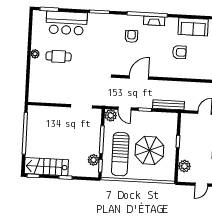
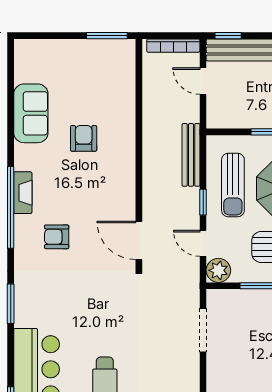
door: (139, 78) -> (139, 240), moved
door: (124, 109) -> (203, 243), swing flipped
sun lounger: (152, 125) -> (233, 185), added

